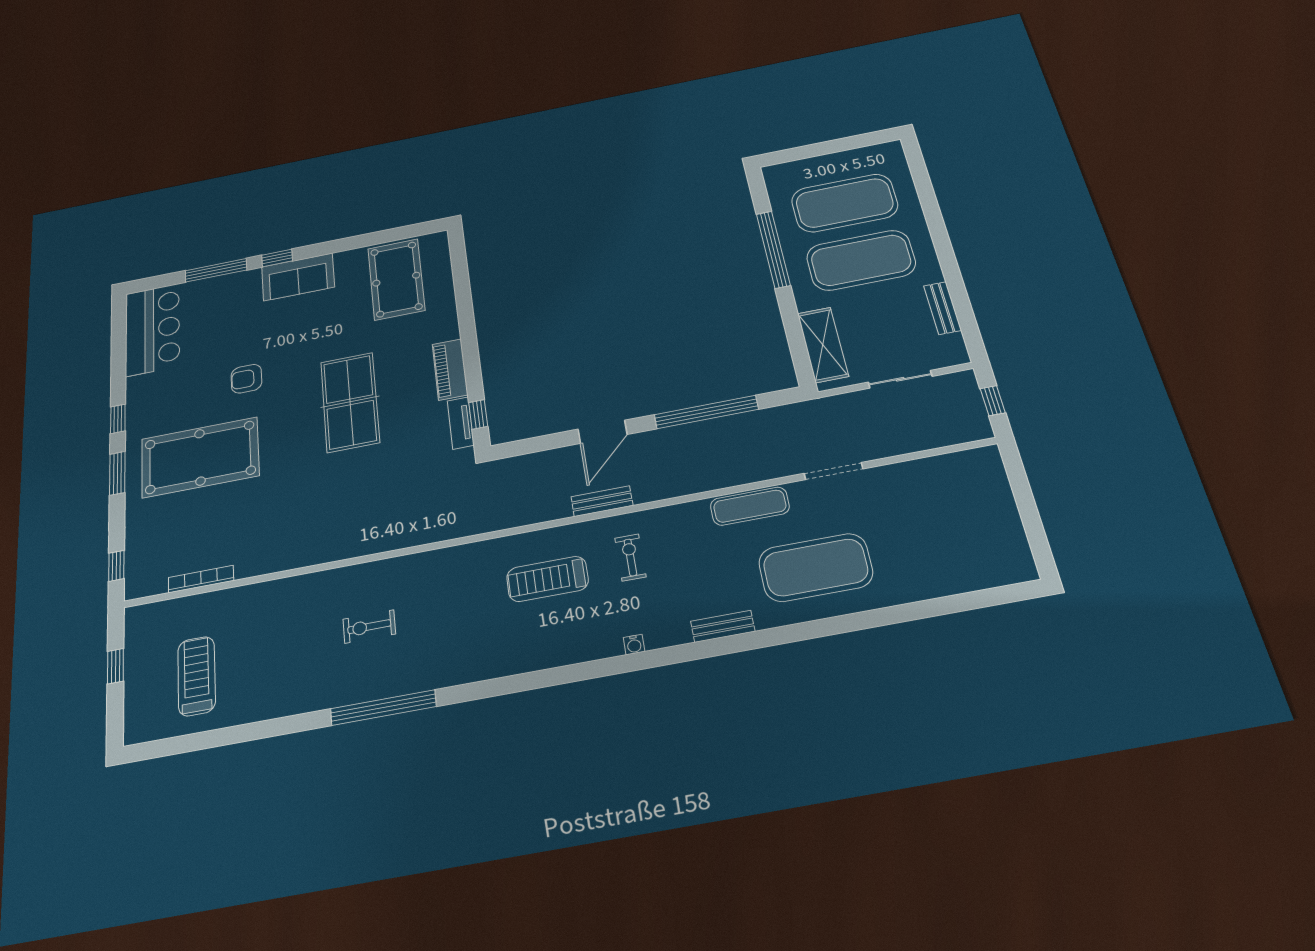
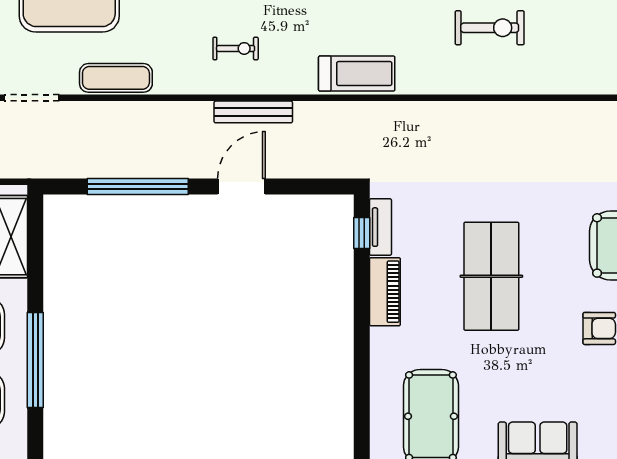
bench: (602, 501) -> (253, 112), width x1.36
exercise bike: (630, 557) -> (236, 48), turned -90
treadmill: (547, 579) -> (357, 74), moved
exercise bike: (369, 627) -> (490, 28), width x1.38, depth x1.39

